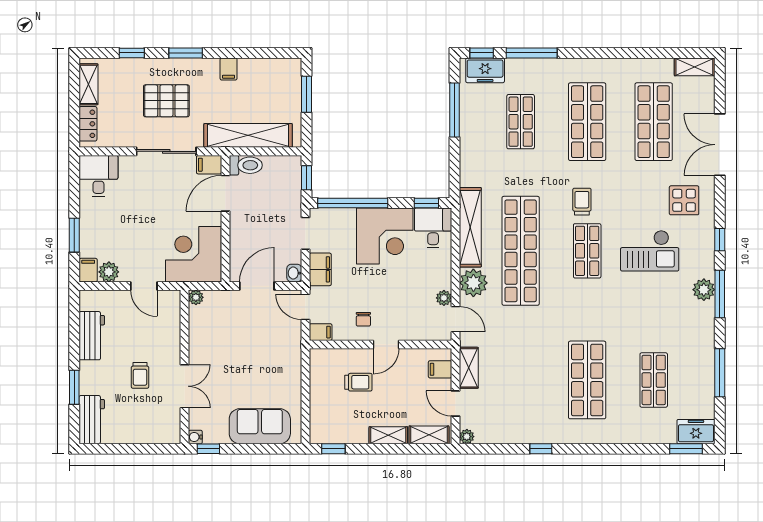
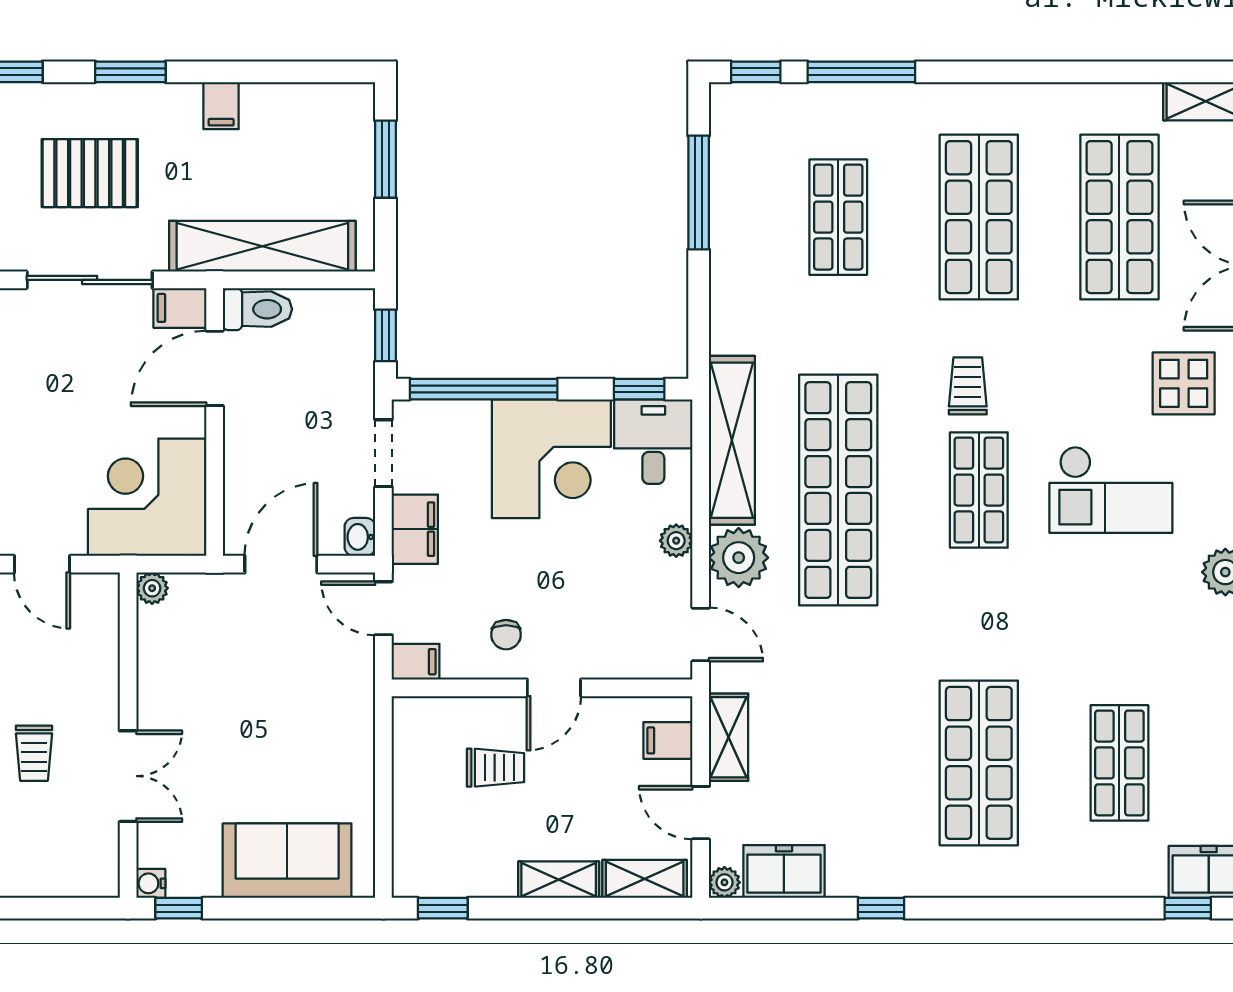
freezer: (485, 70) -> (784, 871), moved, turned 180
plant: (444, 298) -> (676, 541), moved
window: (686, 449) -> (1188, 908), width x0.67

